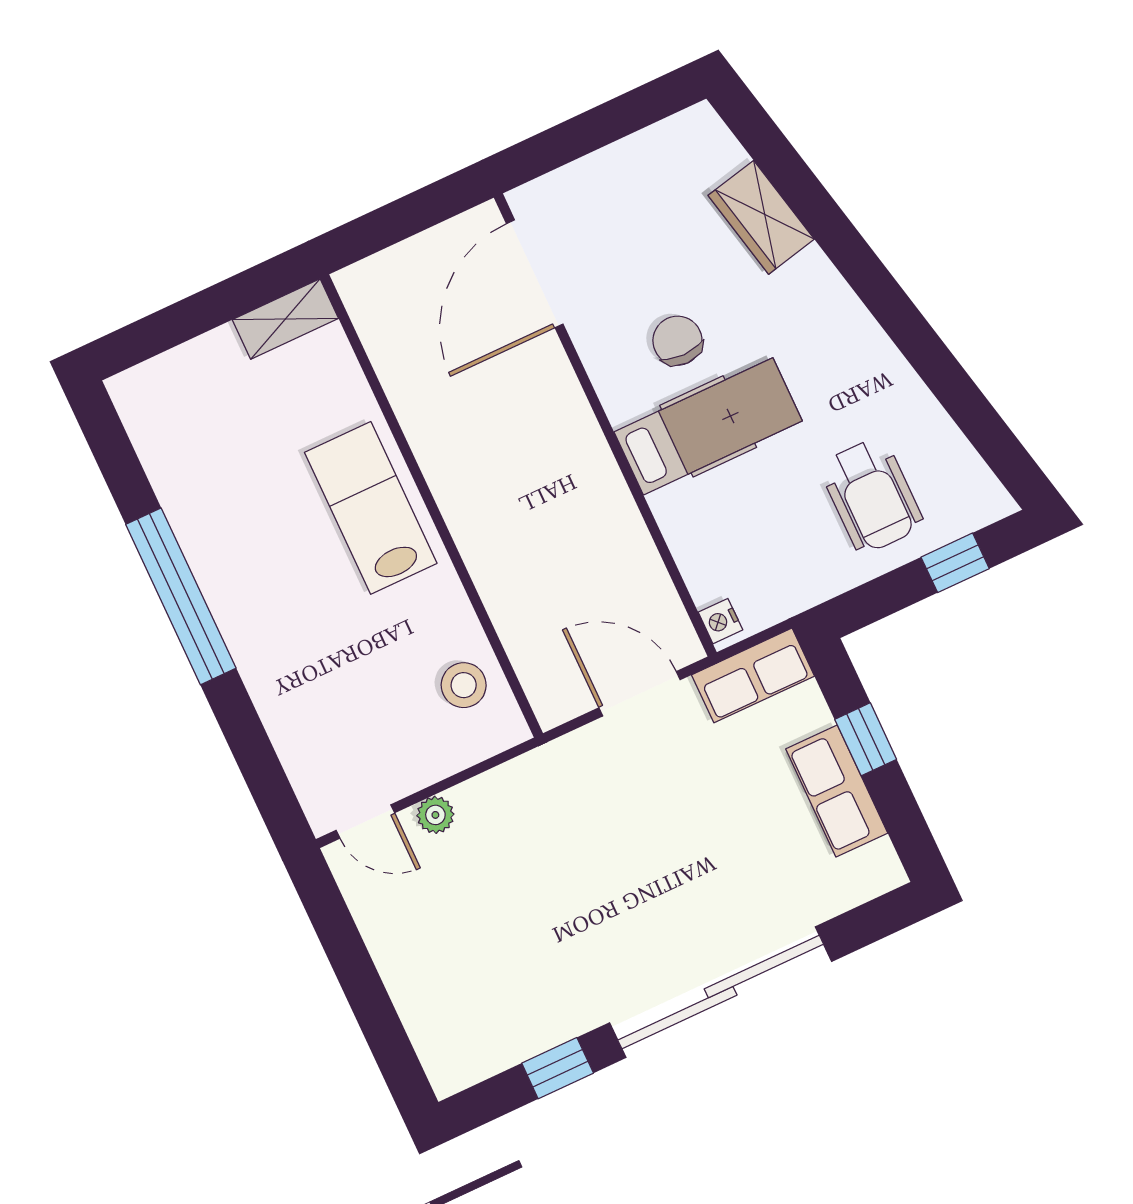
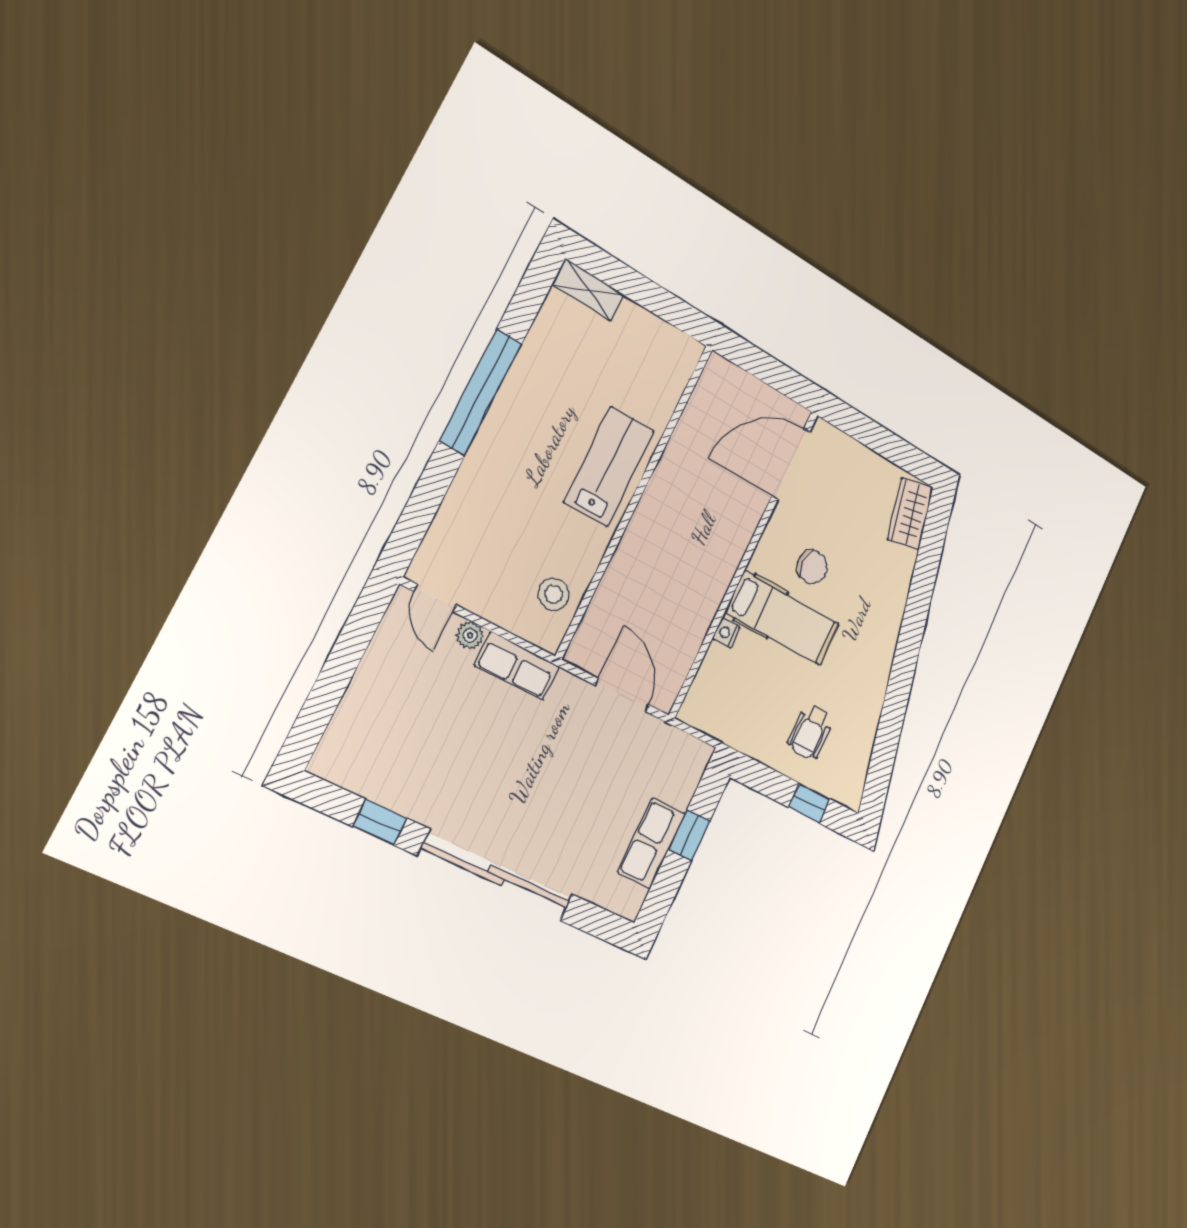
wardrobe: (761, 217) -> (910, 514), moved
shelving: (285, 319) -> (588, 290), moved
chair: (677, 341) -> (812, 567), turned 90
wheelchair: (871, 495) -> (810, 732), width x0.73, depth x0.73
nightstand: (720, 621) -> (726, 633), moved
row of seats: (753, 675) -> (517, 666), moved

